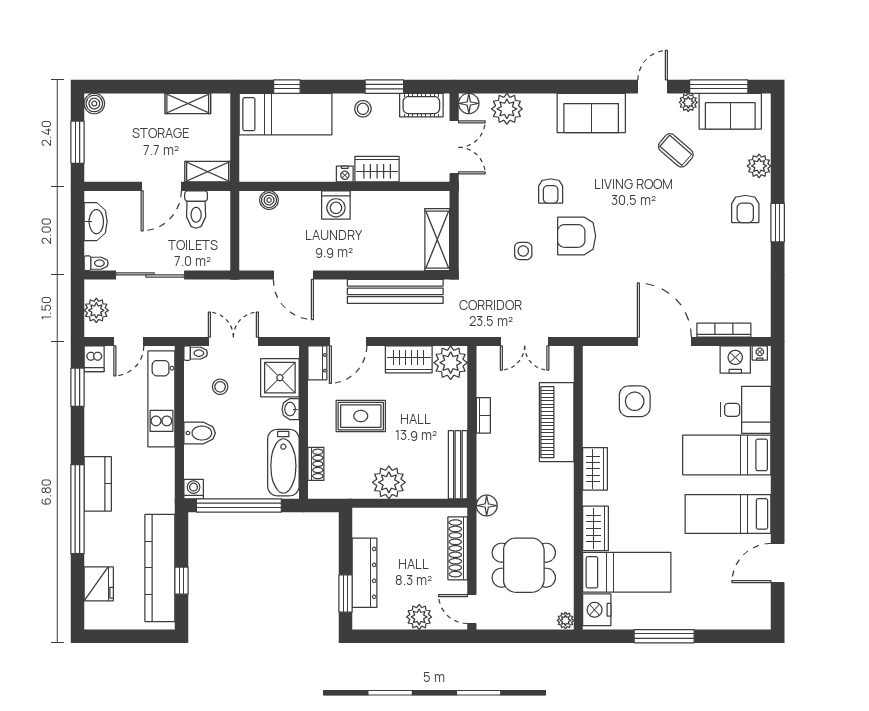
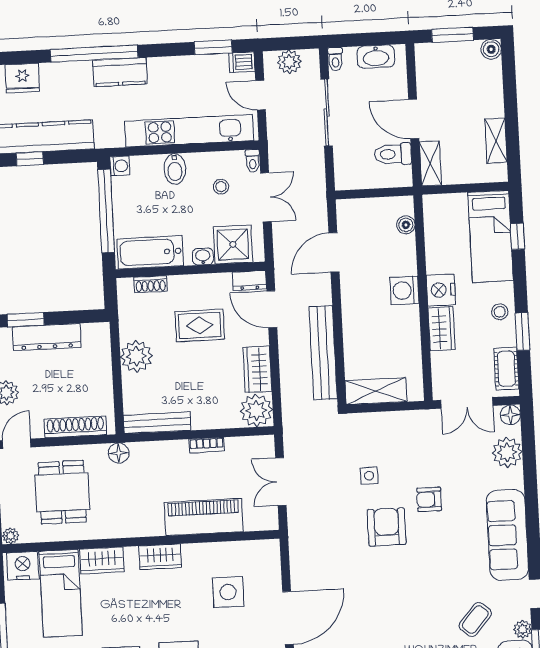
sofa: (591, 113) -> (507, 535), width x1.36
nightstand: (345, 174) -> (441, 290), width x1.89, depth x1.79
kitchen unit: (161, 399) -> (189, 131), width x1.36
rug: (361, 416) -> (200, 325), turned 90

